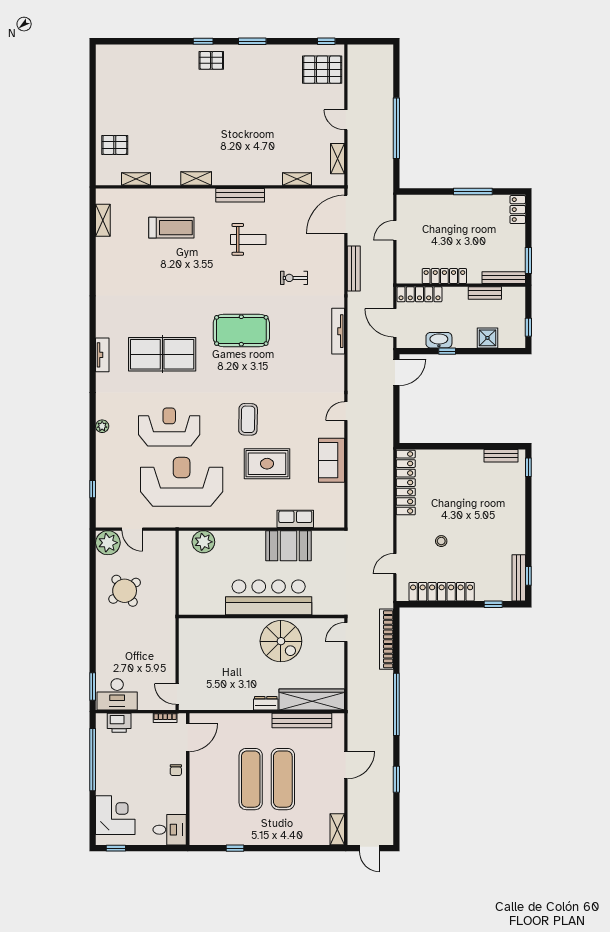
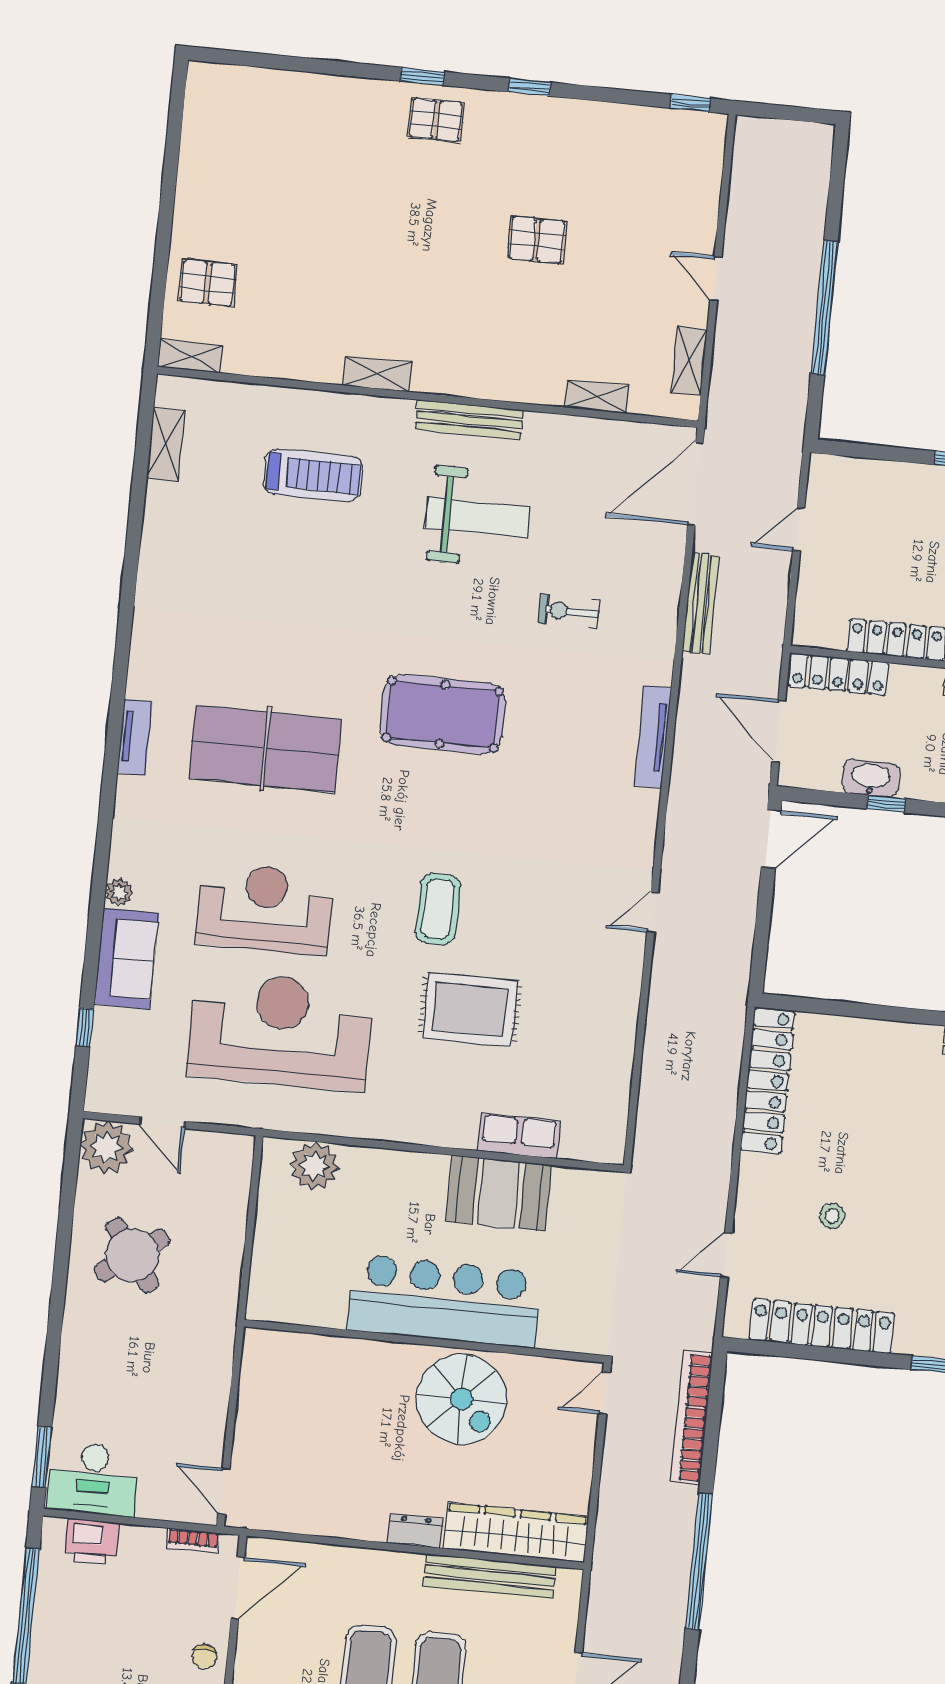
window: (252, 41) -> (529, 87), width x0.67
pallet: (322, 70) -> (537, 240), moved, width x0.67, depth x0.71
shelving: (136, 179) -> (190, 356), moved
weight bench: (248, 239) -> (478, 518), width x1.36, depth x1.33
sofa: (331, 460) -> (126, 958), moved, turned 180

